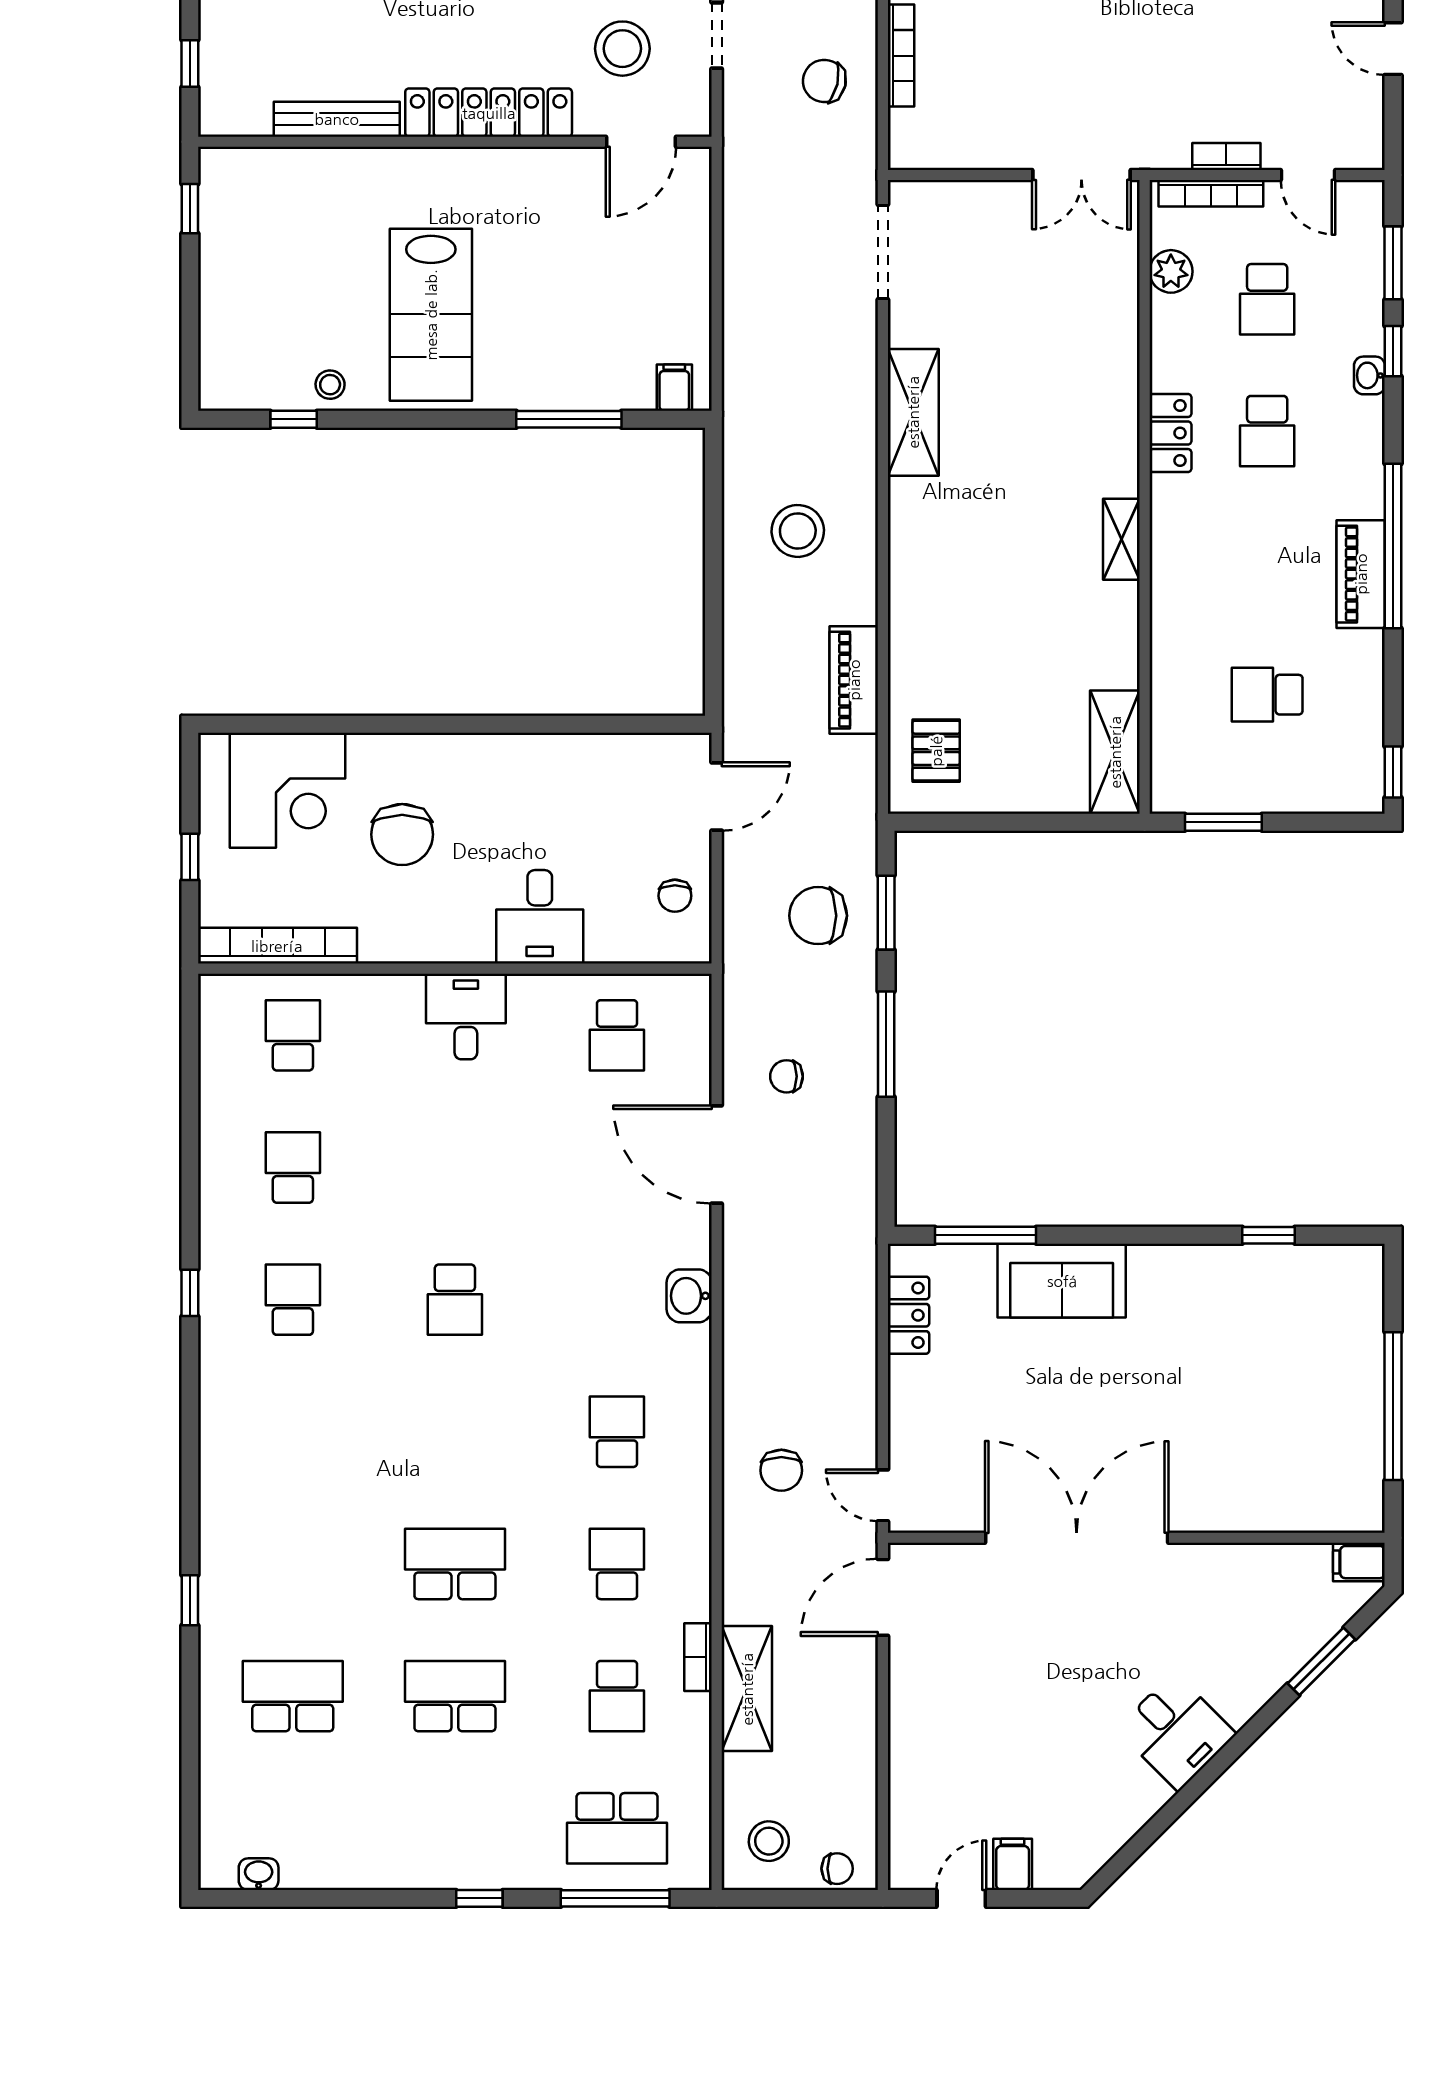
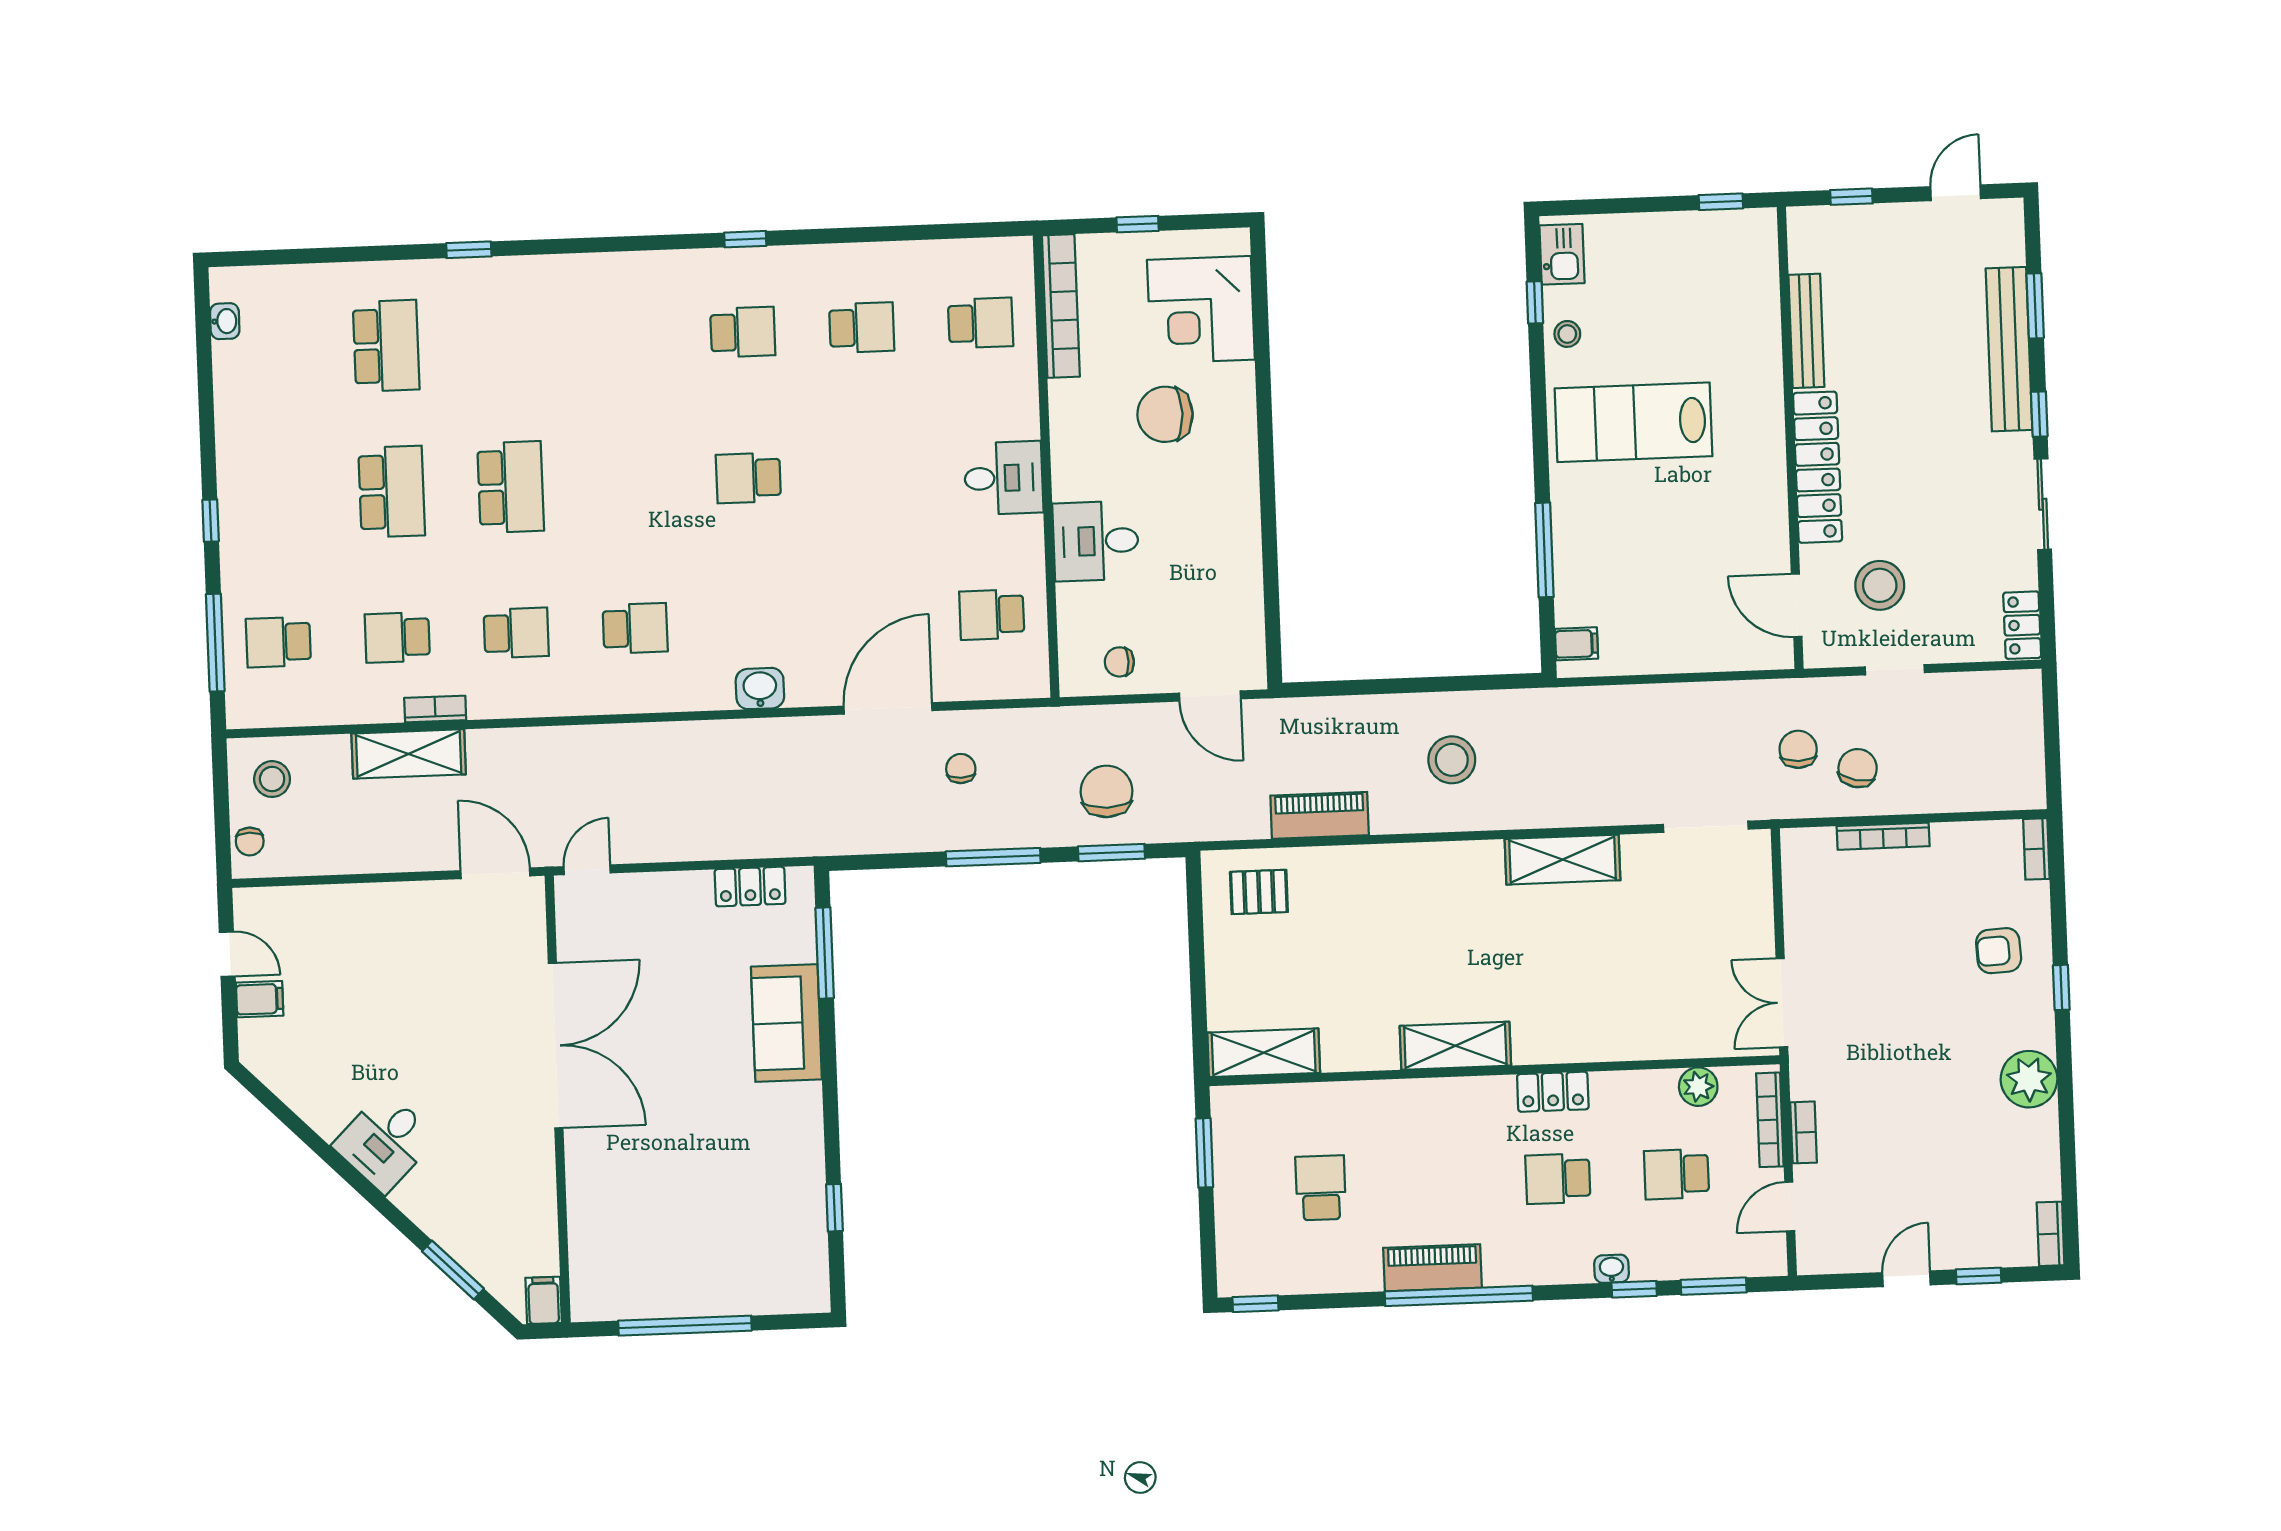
kitchen sink: (241, 387) -> (1562, 254), added
shelving: (1121, 539) -> (1455, 1046), width x1.50, depth x1.33
chair: (781, 1470) -> (1798, 749), moved, turned 90
school desk: (617, 1828) -> (278, 642), width x0.54

